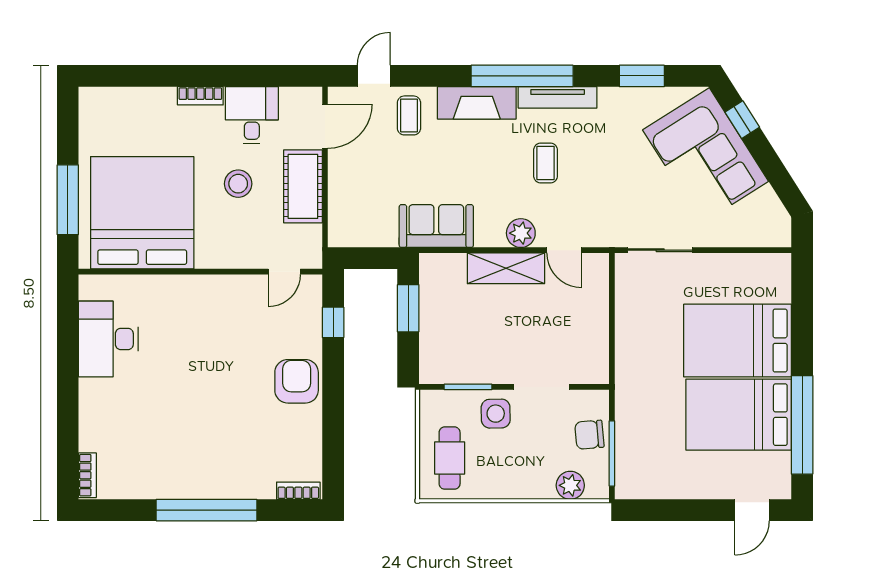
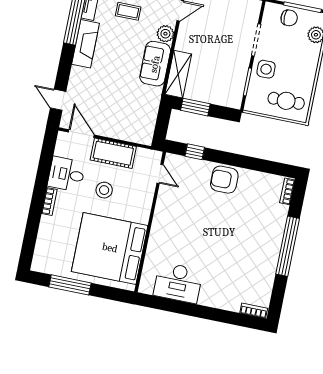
coffee table: (409, 115) -> (85, 84), removed
window: (68, 200) -> (70, 285), moved
sofa: (436, 226) -> (155, 64), moved
shelving: (506, 268) -> (178, 74), moved
chair: (589, 435) -> (289, 18), turned -85

